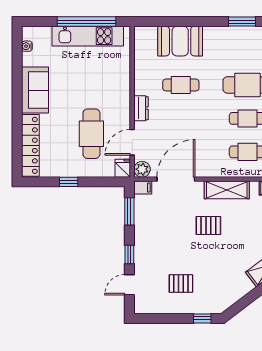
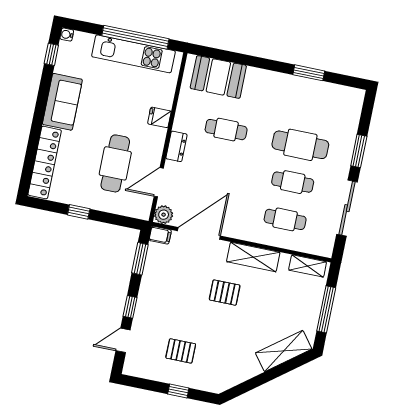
booth: (180, 41) -> (218, 77), moved
water cooler: (27, 46) -> (67, 35), moved
window: (17, 51) -> (51, 54), added
fridge: (123, 168) -> (159, 117), moved, turned -90
window: (202, 318) -> (178, 391), moved

